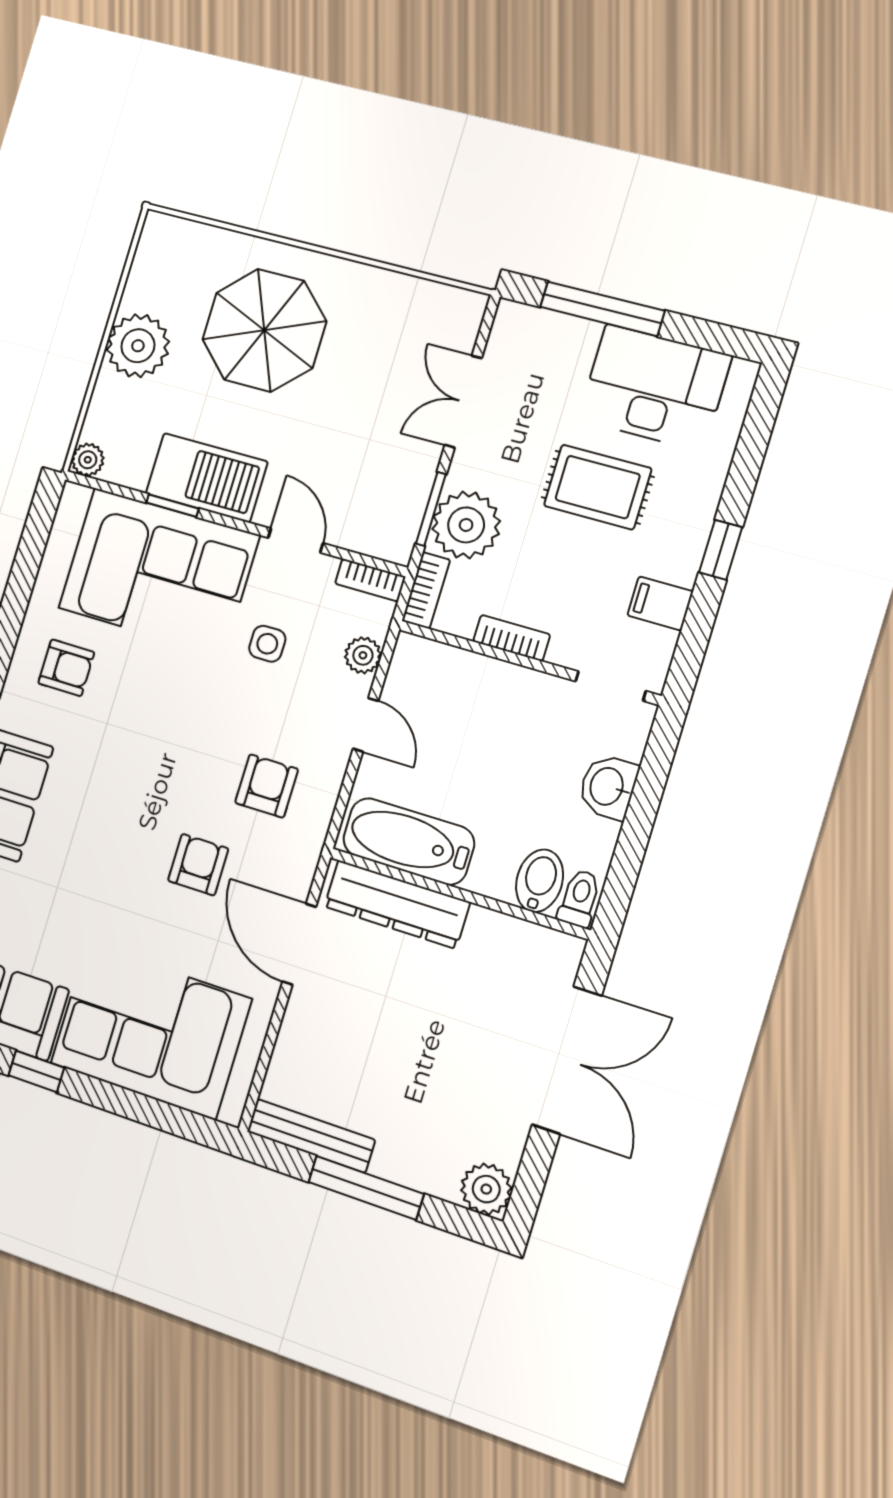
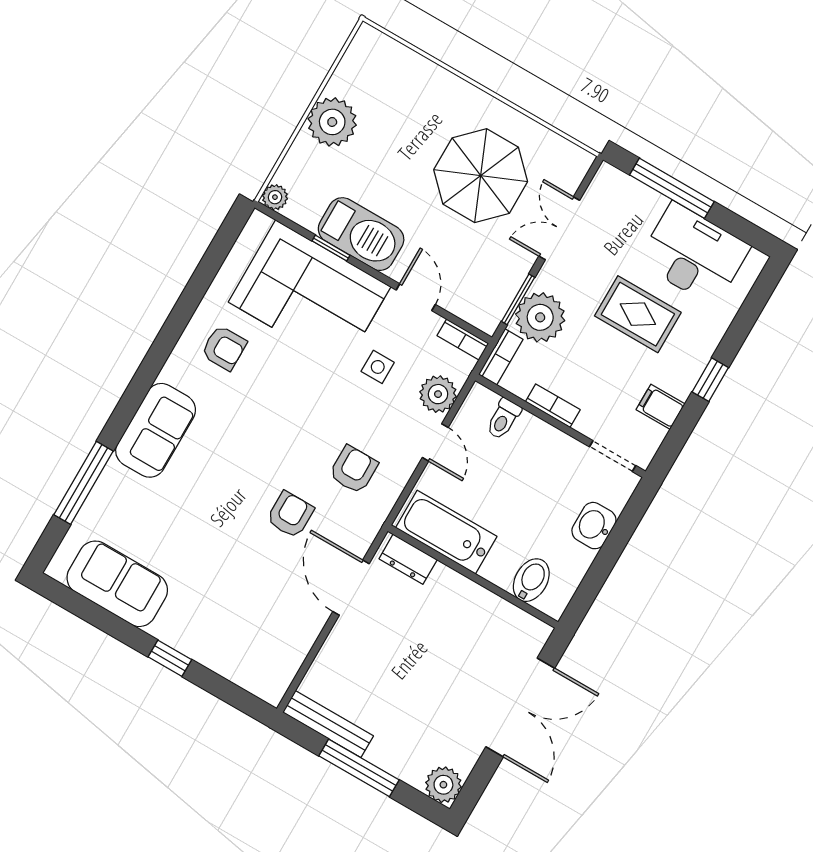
parasol: (264, 330) -> (481, 176), moved
plant: (363, 655) -> (438, 394), width x1.38, depth x1.38
toilet: (579, 898) -> (503, 419), moved, turned 180
dresser: (397, 904) -> (408, 559), width x0.51, depth x0.80
corner sofa: (151, 1031) -> (228, 626), removed
window: (36, 1072) -> (170, 658), moved

